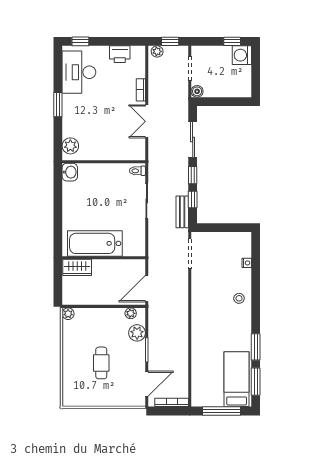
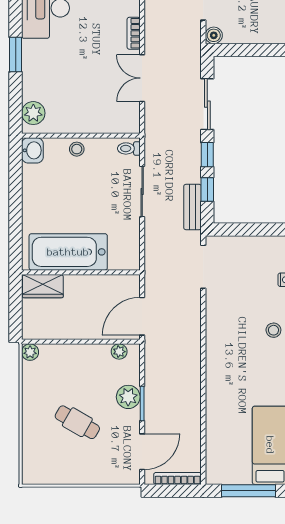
stool: (101, 171) -> (77, 149), added
plant: (137, 333) -> (128, 397), moved
cafe table: (101, 363) -> (77, 422), turned -60

